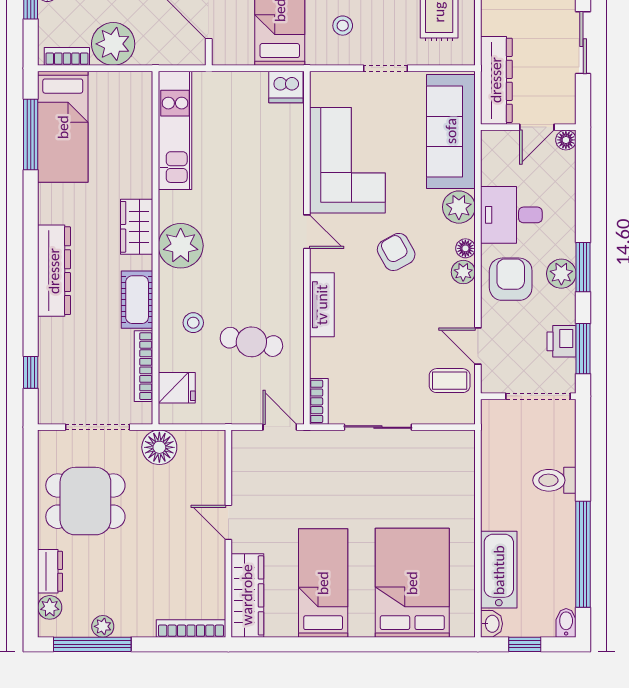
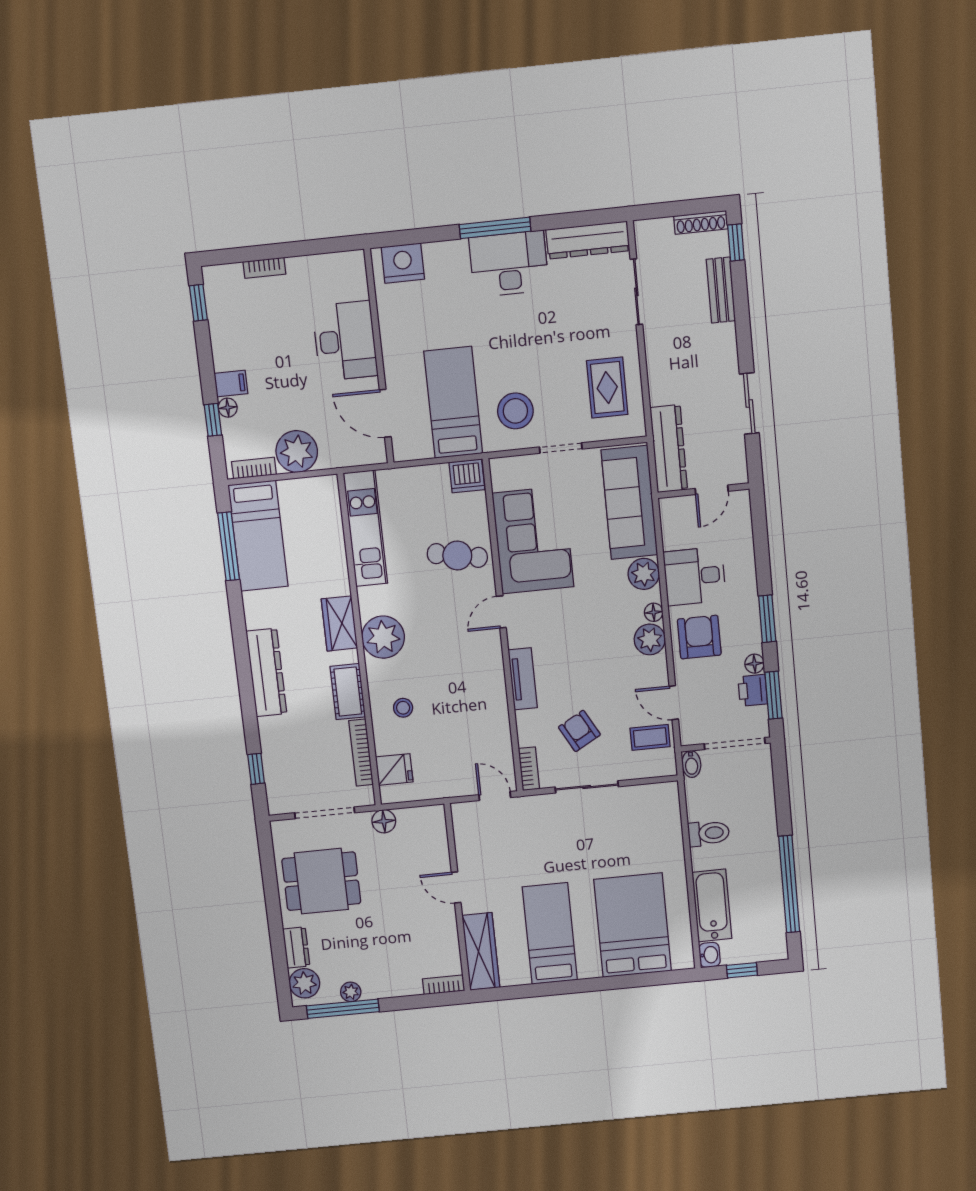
stool: (343, 26) -> (515, 411), width x1.89, depth x1.89
floor lamp: (566, 140) -> (755, 664), moved
door: (307, 232) -> (501, 612), swing flipped
armchair: (396, 252) -> (579, 731), moved
plant: (463, 272) -> (650, 639), width x1.38, depth x1.38
plant: (561, 274) -> (747, 627), removed
cafe table: (251, 342) -> (457, 555), moved
floor lamp: (159, 447) -> (384, 821), width x0.73, depth x0.73
toilet: (554, 480) -> (709, 833), moved, turned 180
plant: (50, 607) -> (304, 983), width x1.38, depth x1.38
bidet: (566, 623) -> (691, 764), moved, turned 180
bookcase: (191, 628) -> (444, 985), width x0.64

